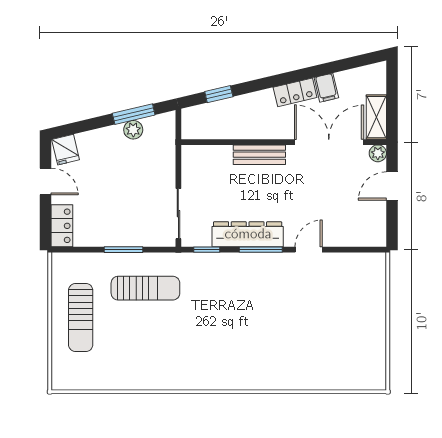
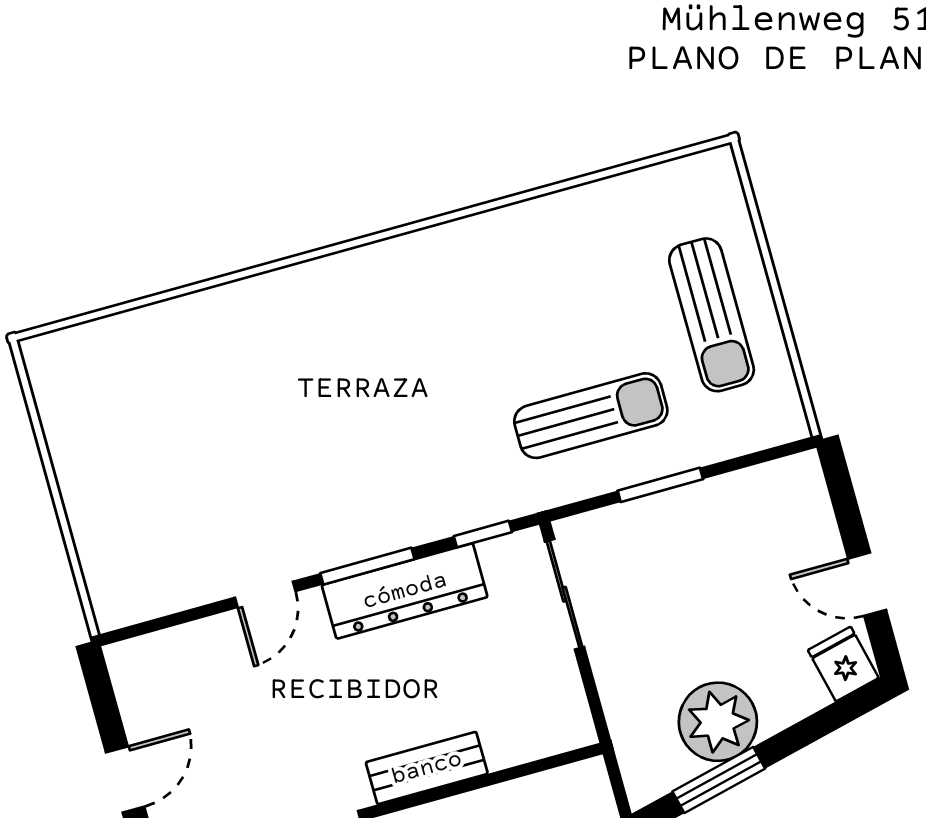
plant: (133, 130) -> (718, 722), width x1.88, depth x1.88
locker: (62, 226) -> (806, 499), removed
sun lounger: (145, 288) -> (591, 416), turned 180
sun lounger: (81, 318) -> (712, 315), turned 180

